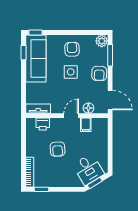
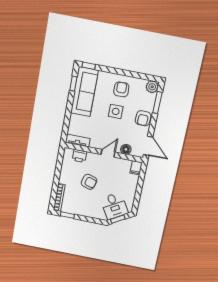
filing cabinet: (86, 125) -> (136, 168), moved
armchair: (58, 149) -> (89, 182), turned -71

